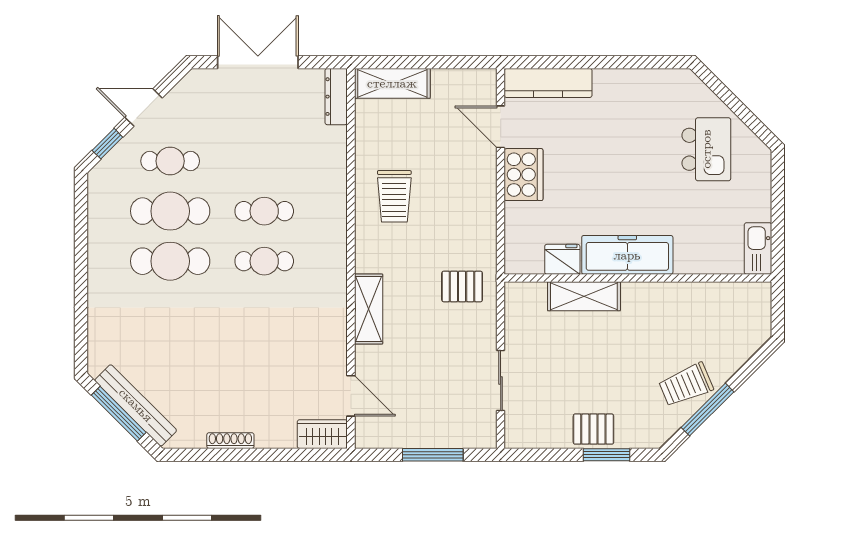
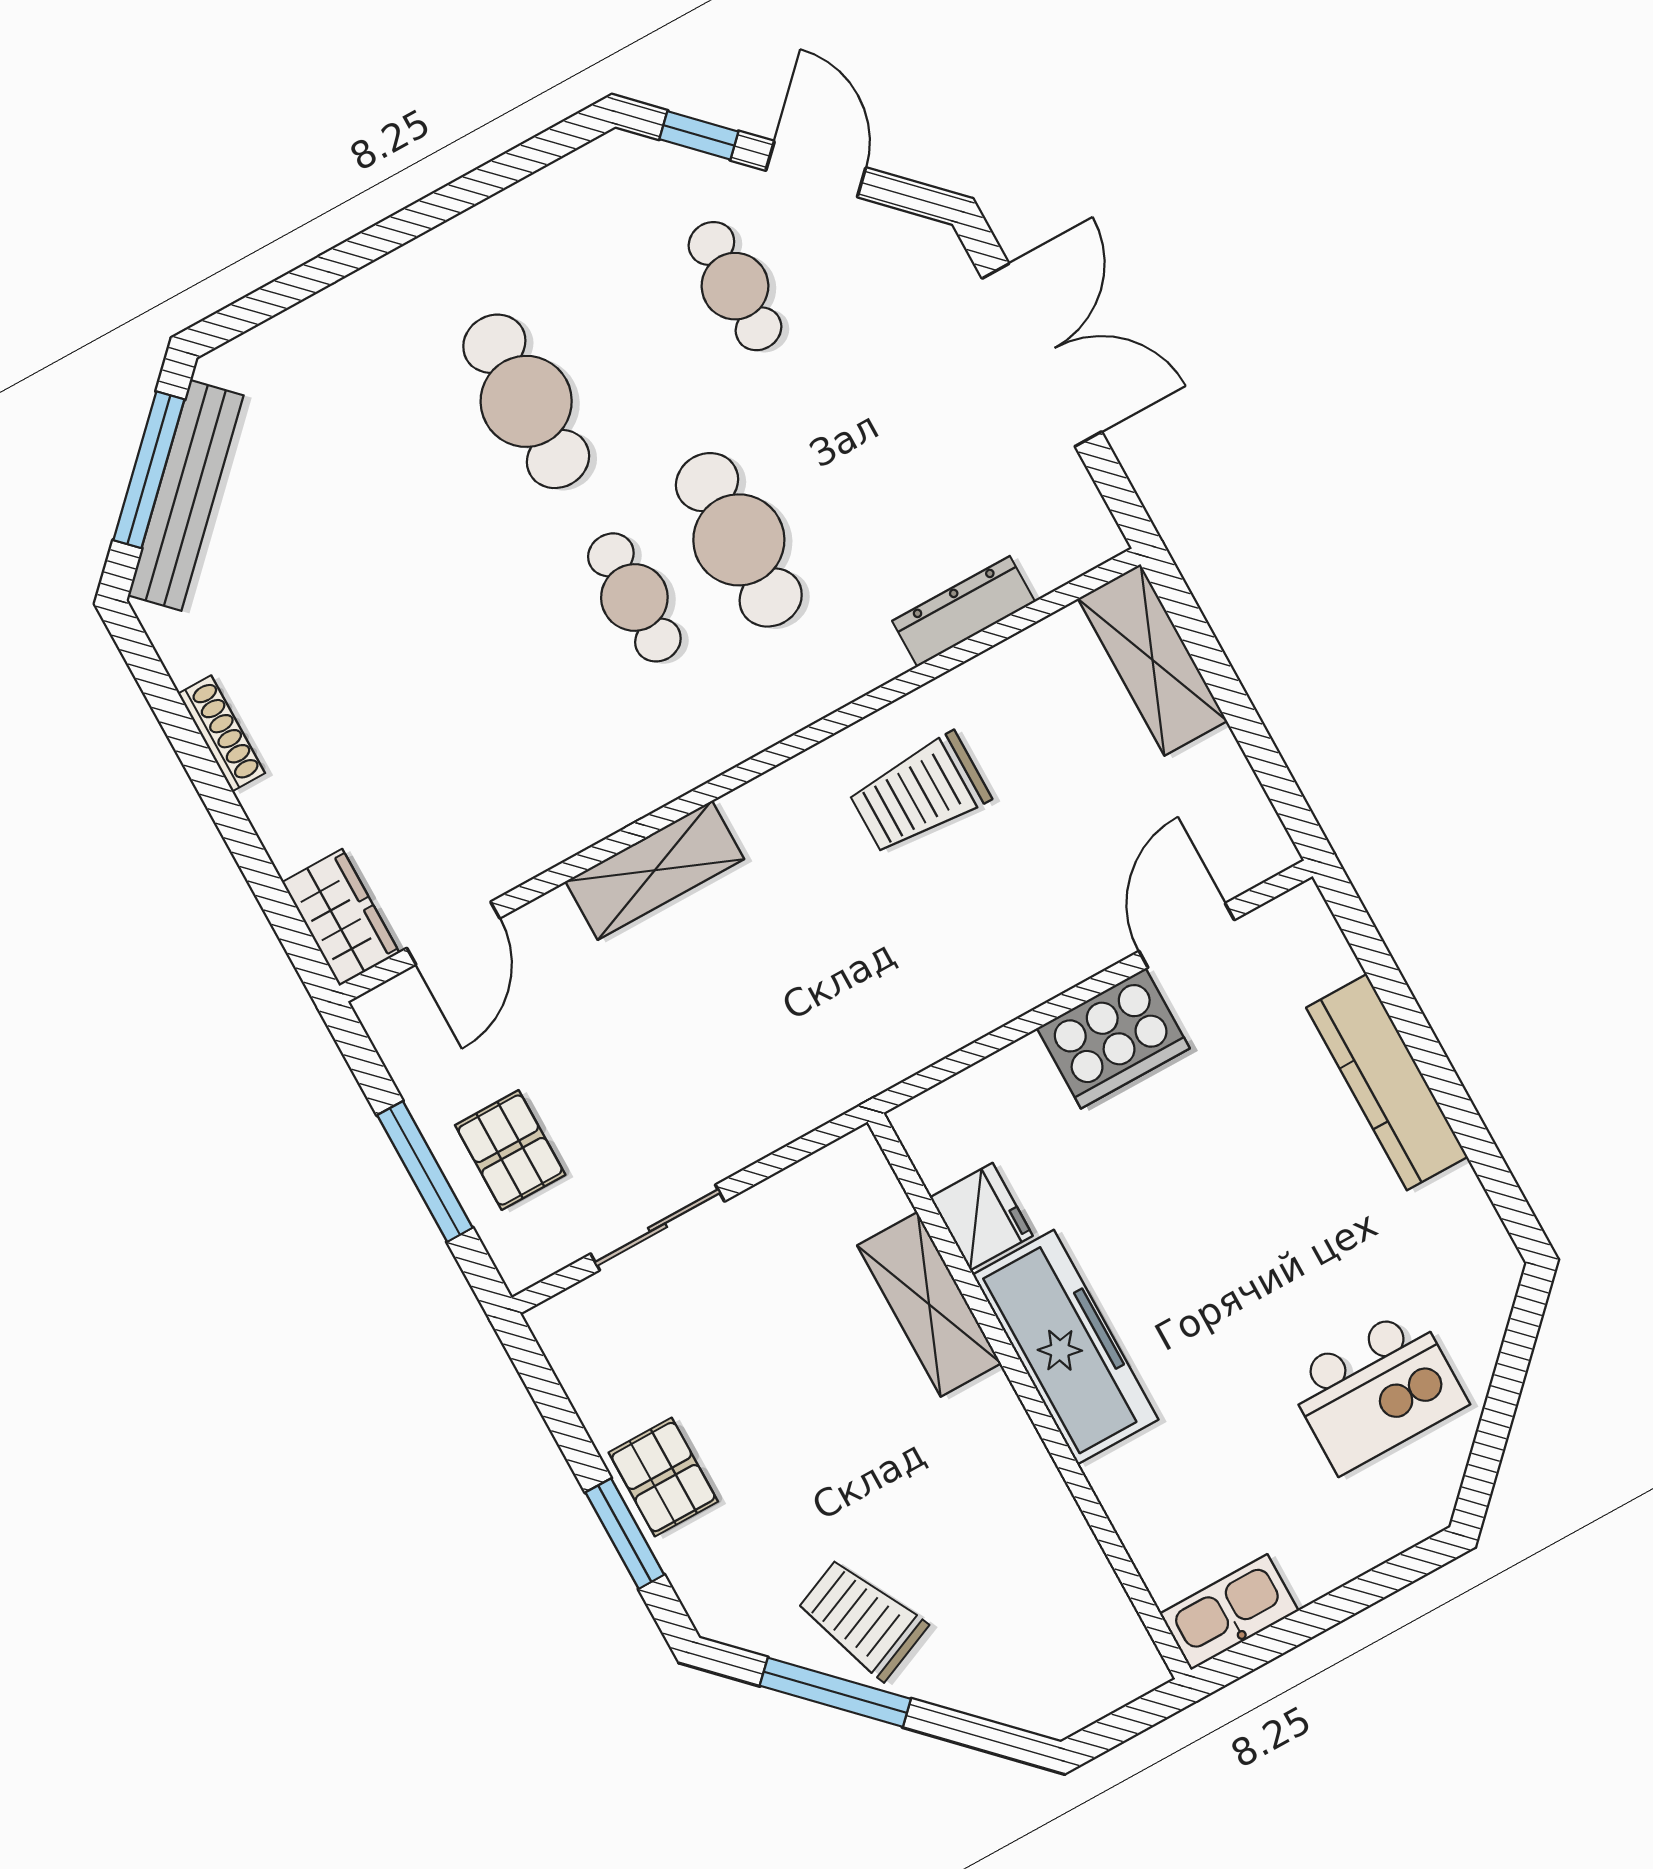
kitchen counter: (548, 83) -> (1387, 1082), moved
dresser: (336, 97) -> (964, 611), moved
cafe table: (170, 211) -> (631, 344), removed
cafe table: (264, 211) -> (739, 540), width x1.37, depth x1.35
pallet: (462, 286) -> (510, 1150), moved

